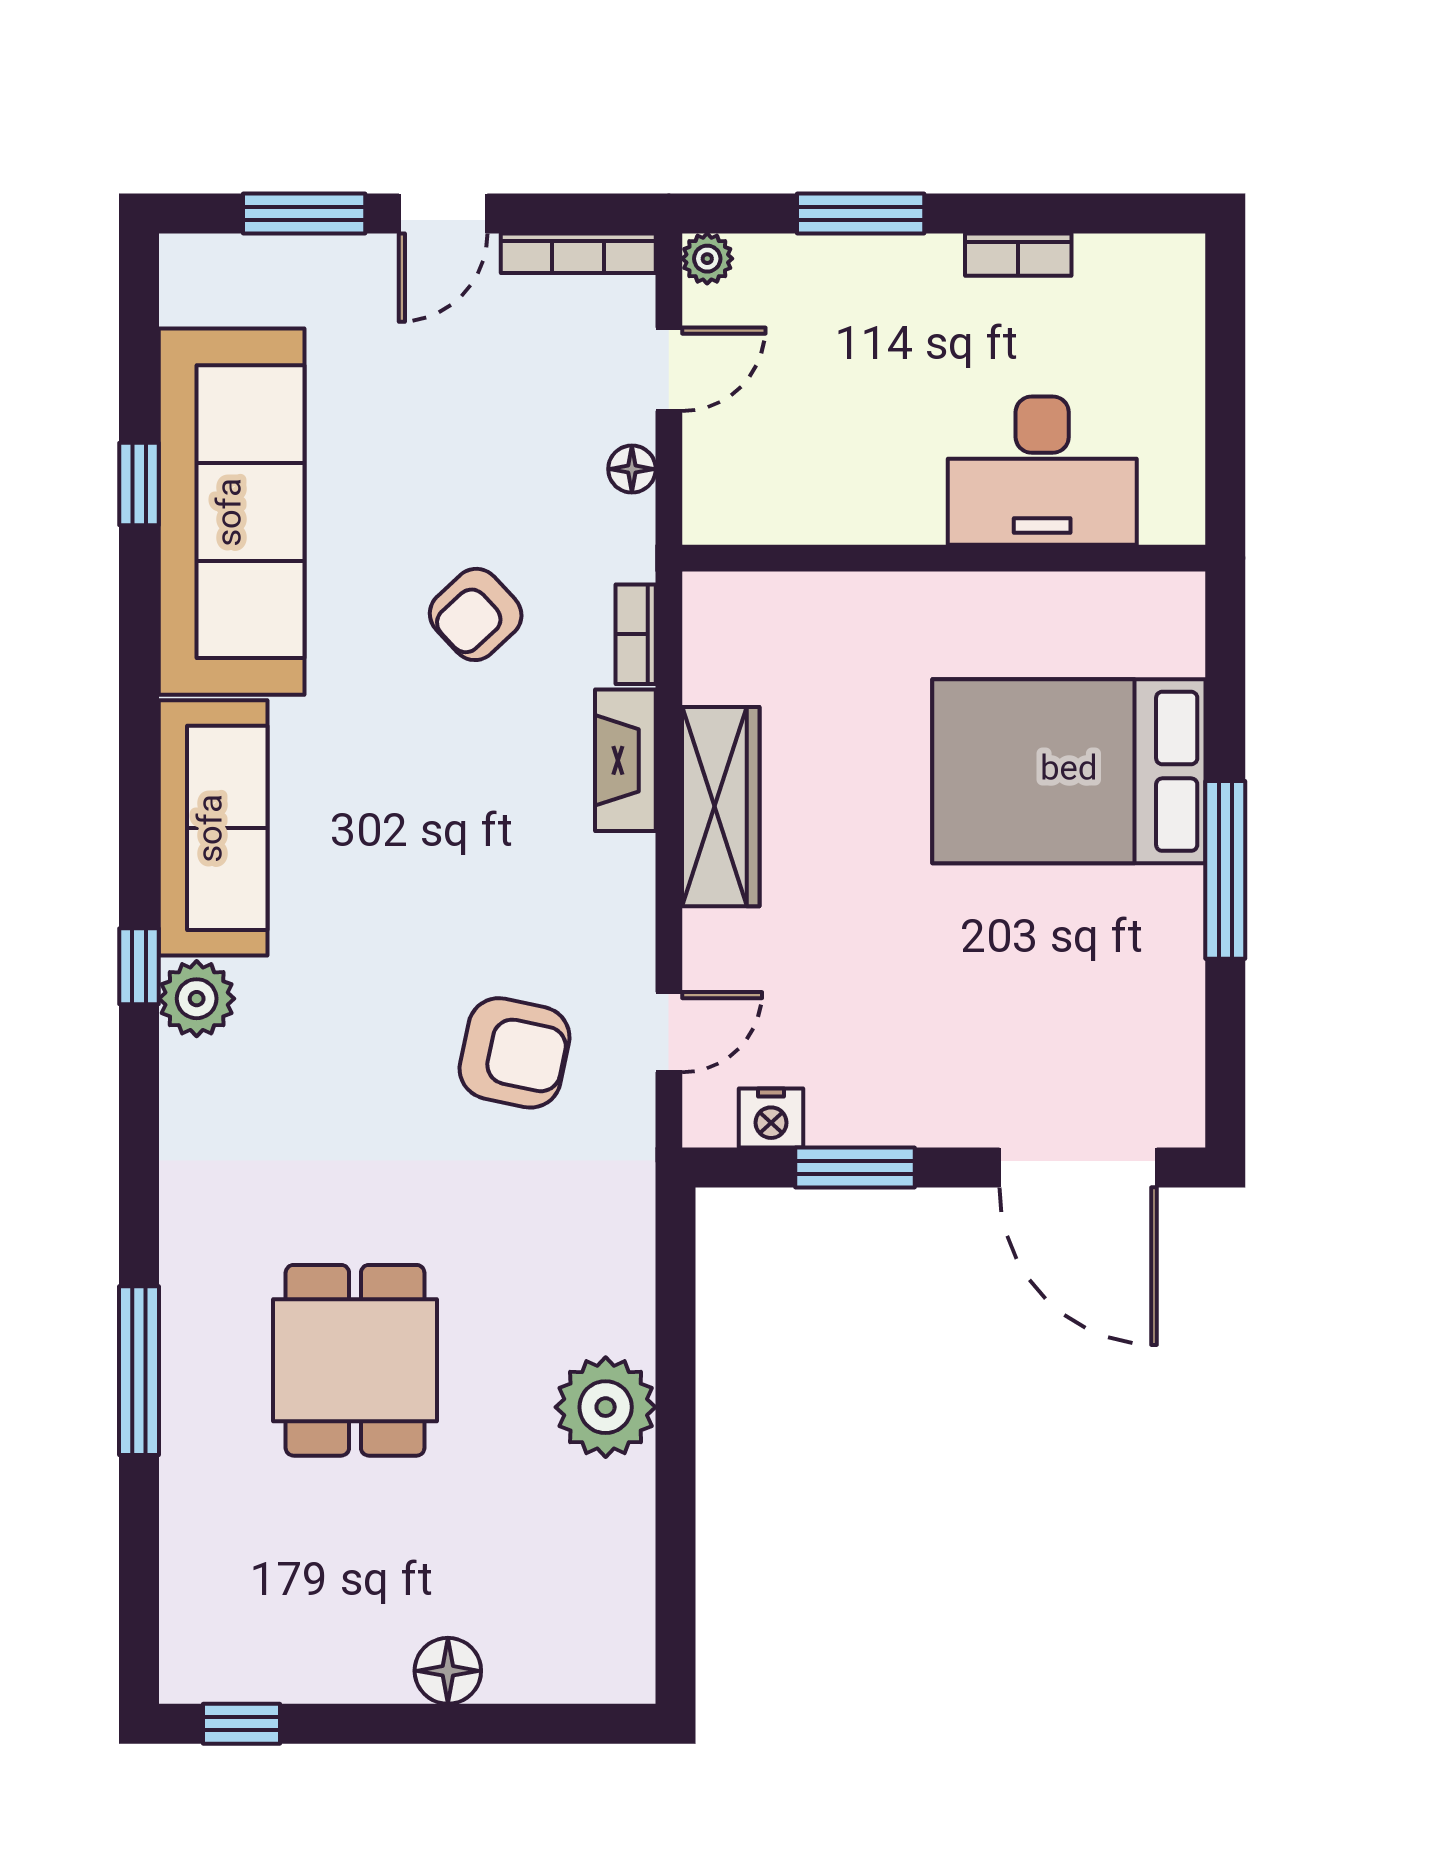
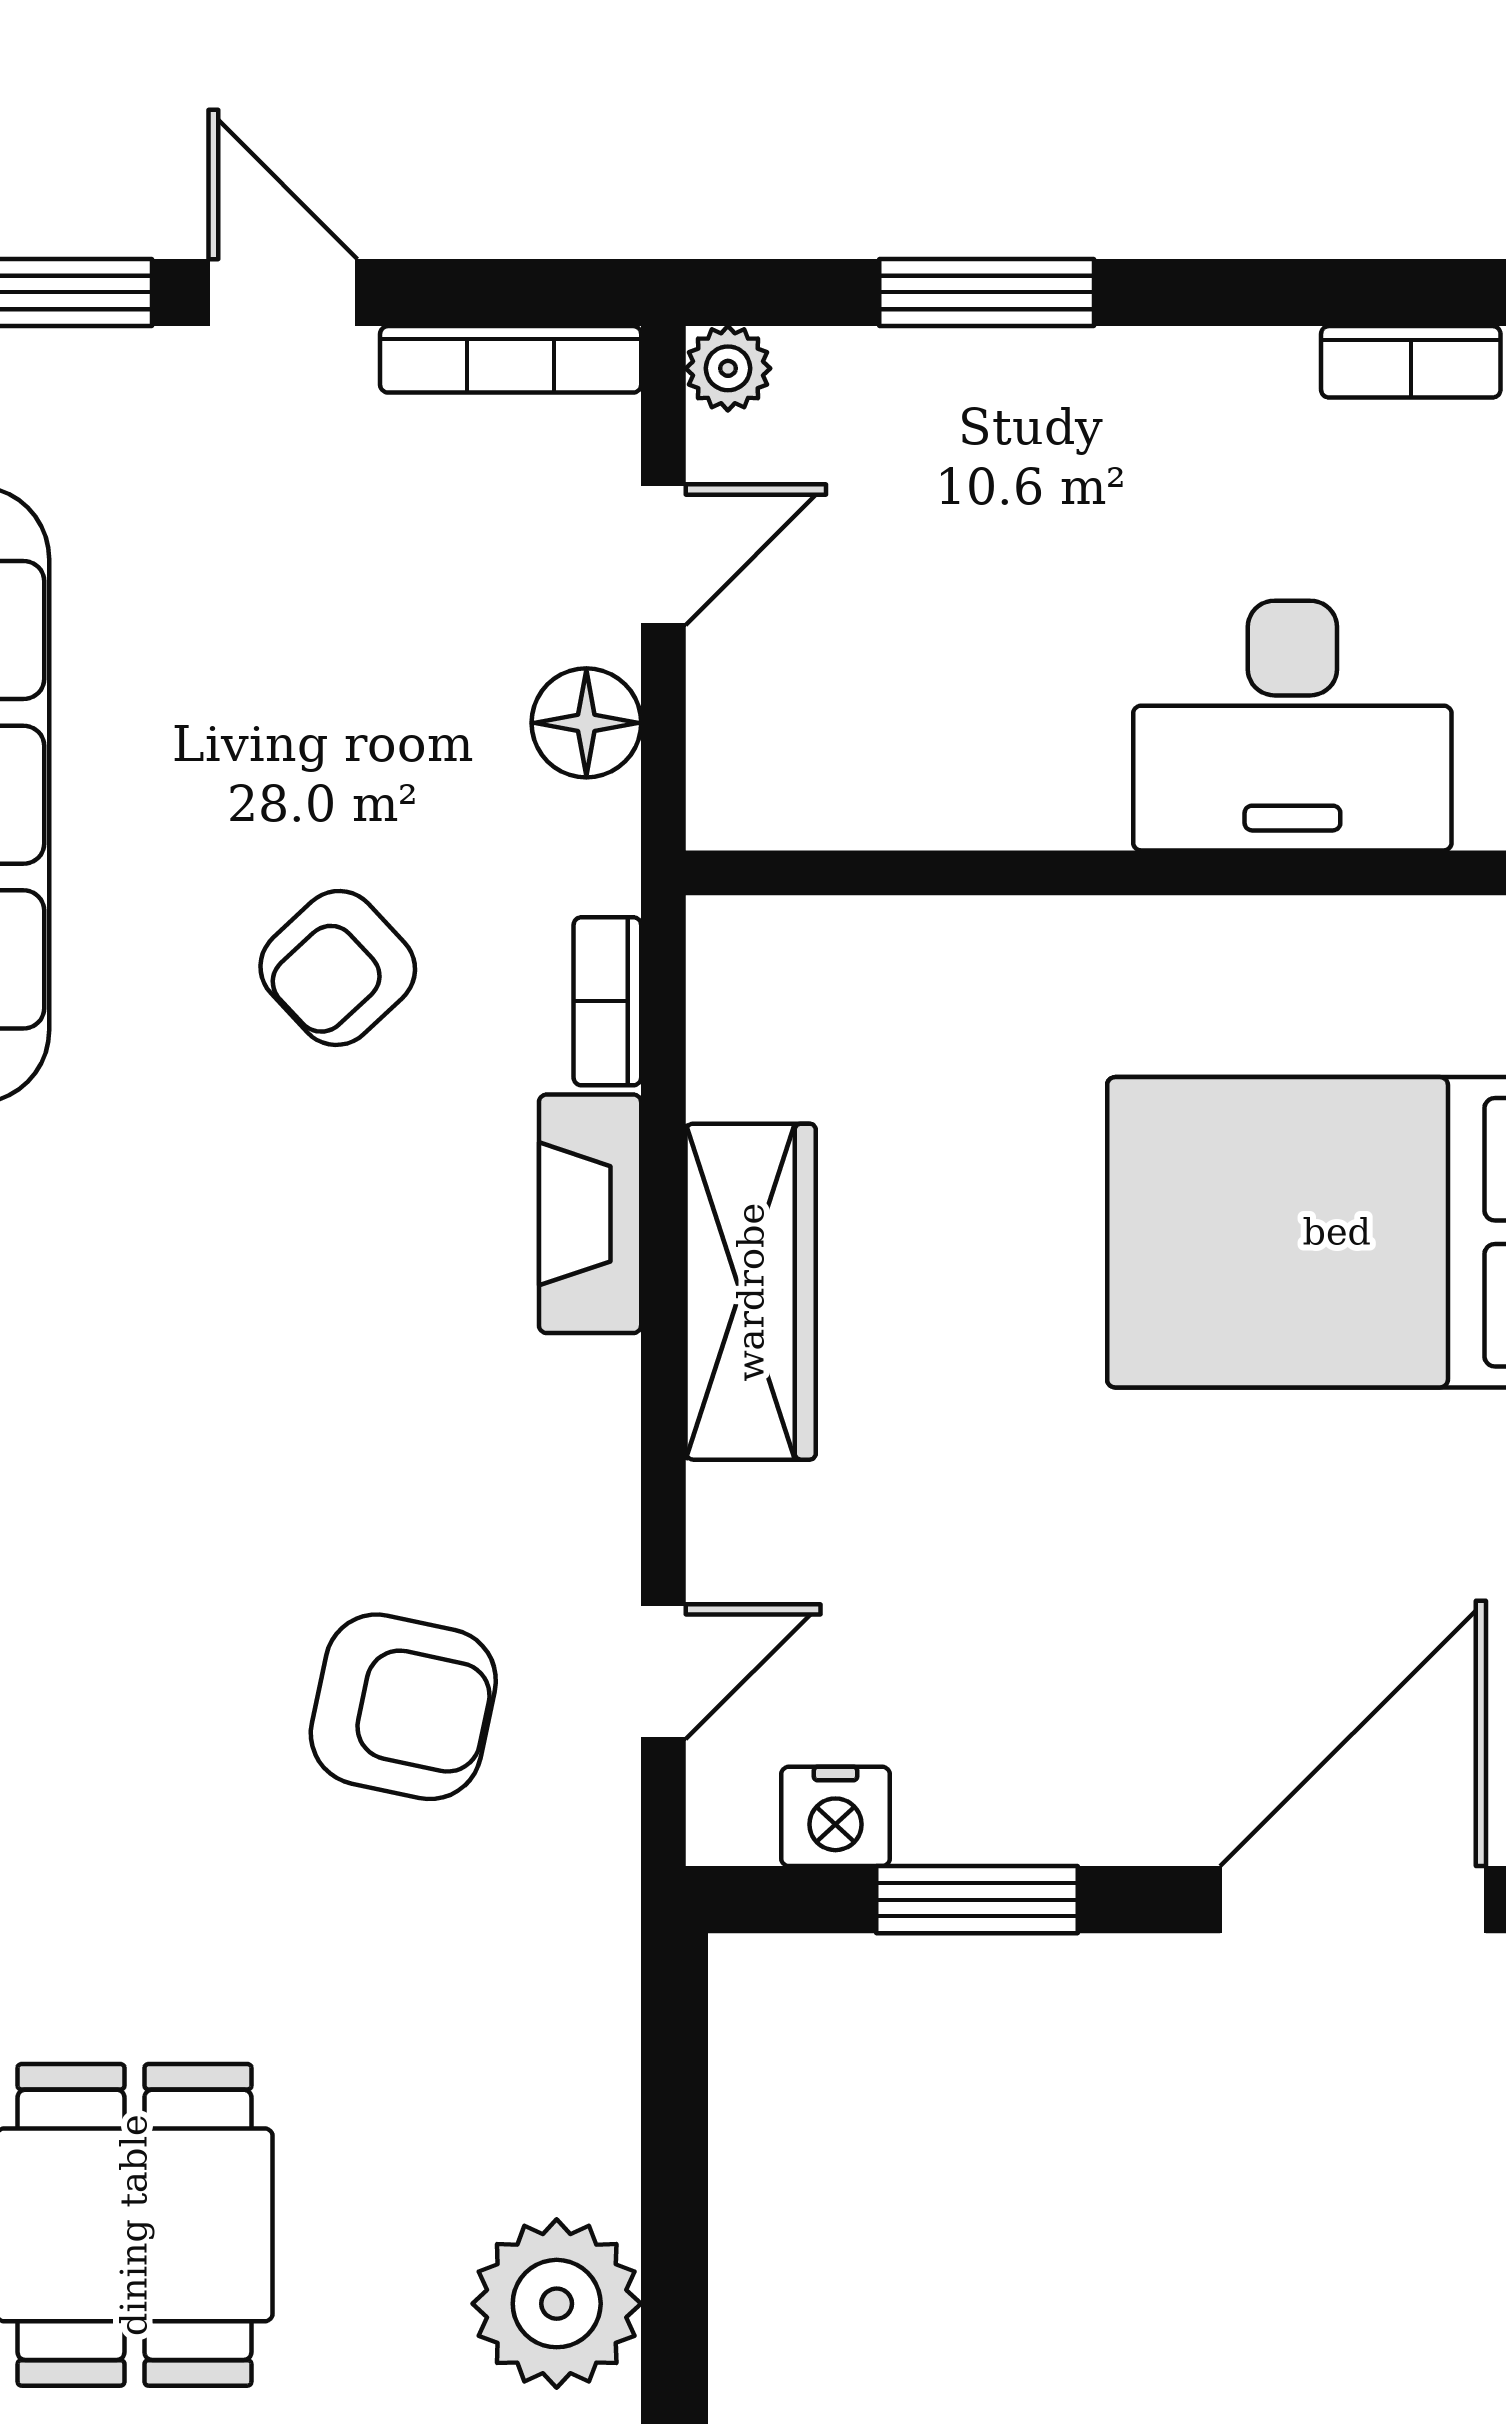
door: (443, 214) -> (283, 292), swing flipped
bookcase: (1018, 255) -> (1411, 362), moved
floor lamp: (632, 469) -> (586, 723), width x1.37, depth x1.37
door: (1078, 1167) -> (1353, 1900), swing flipped

